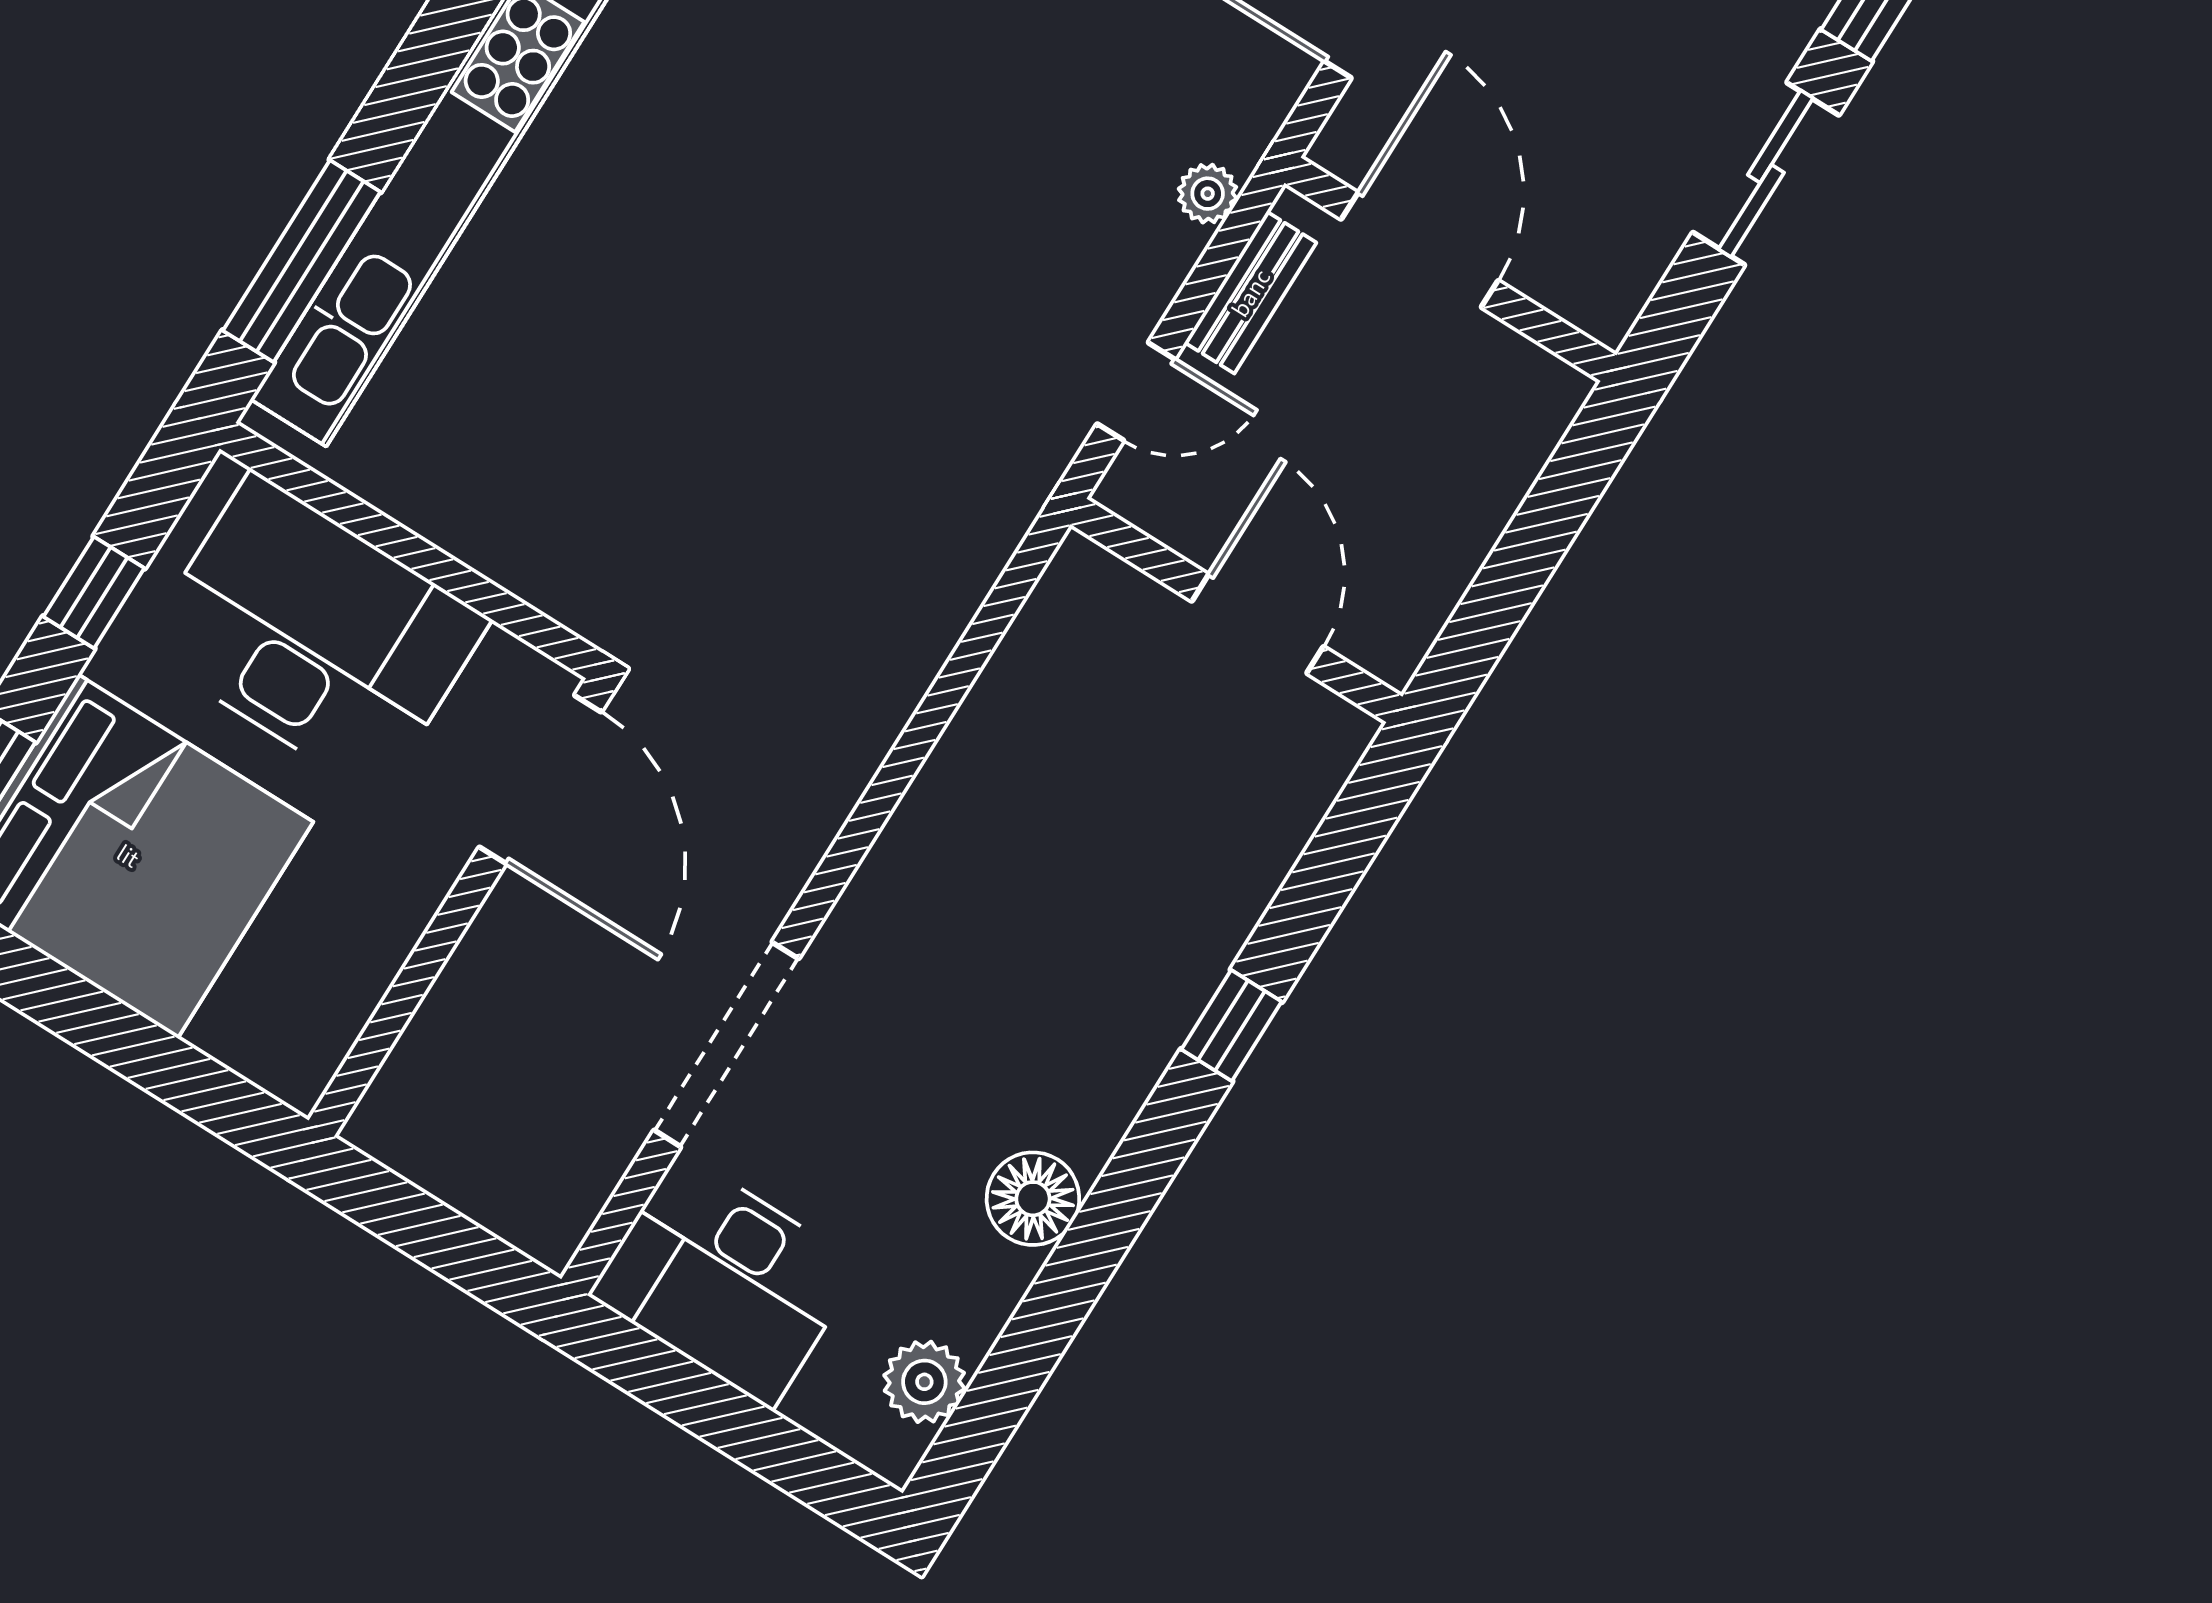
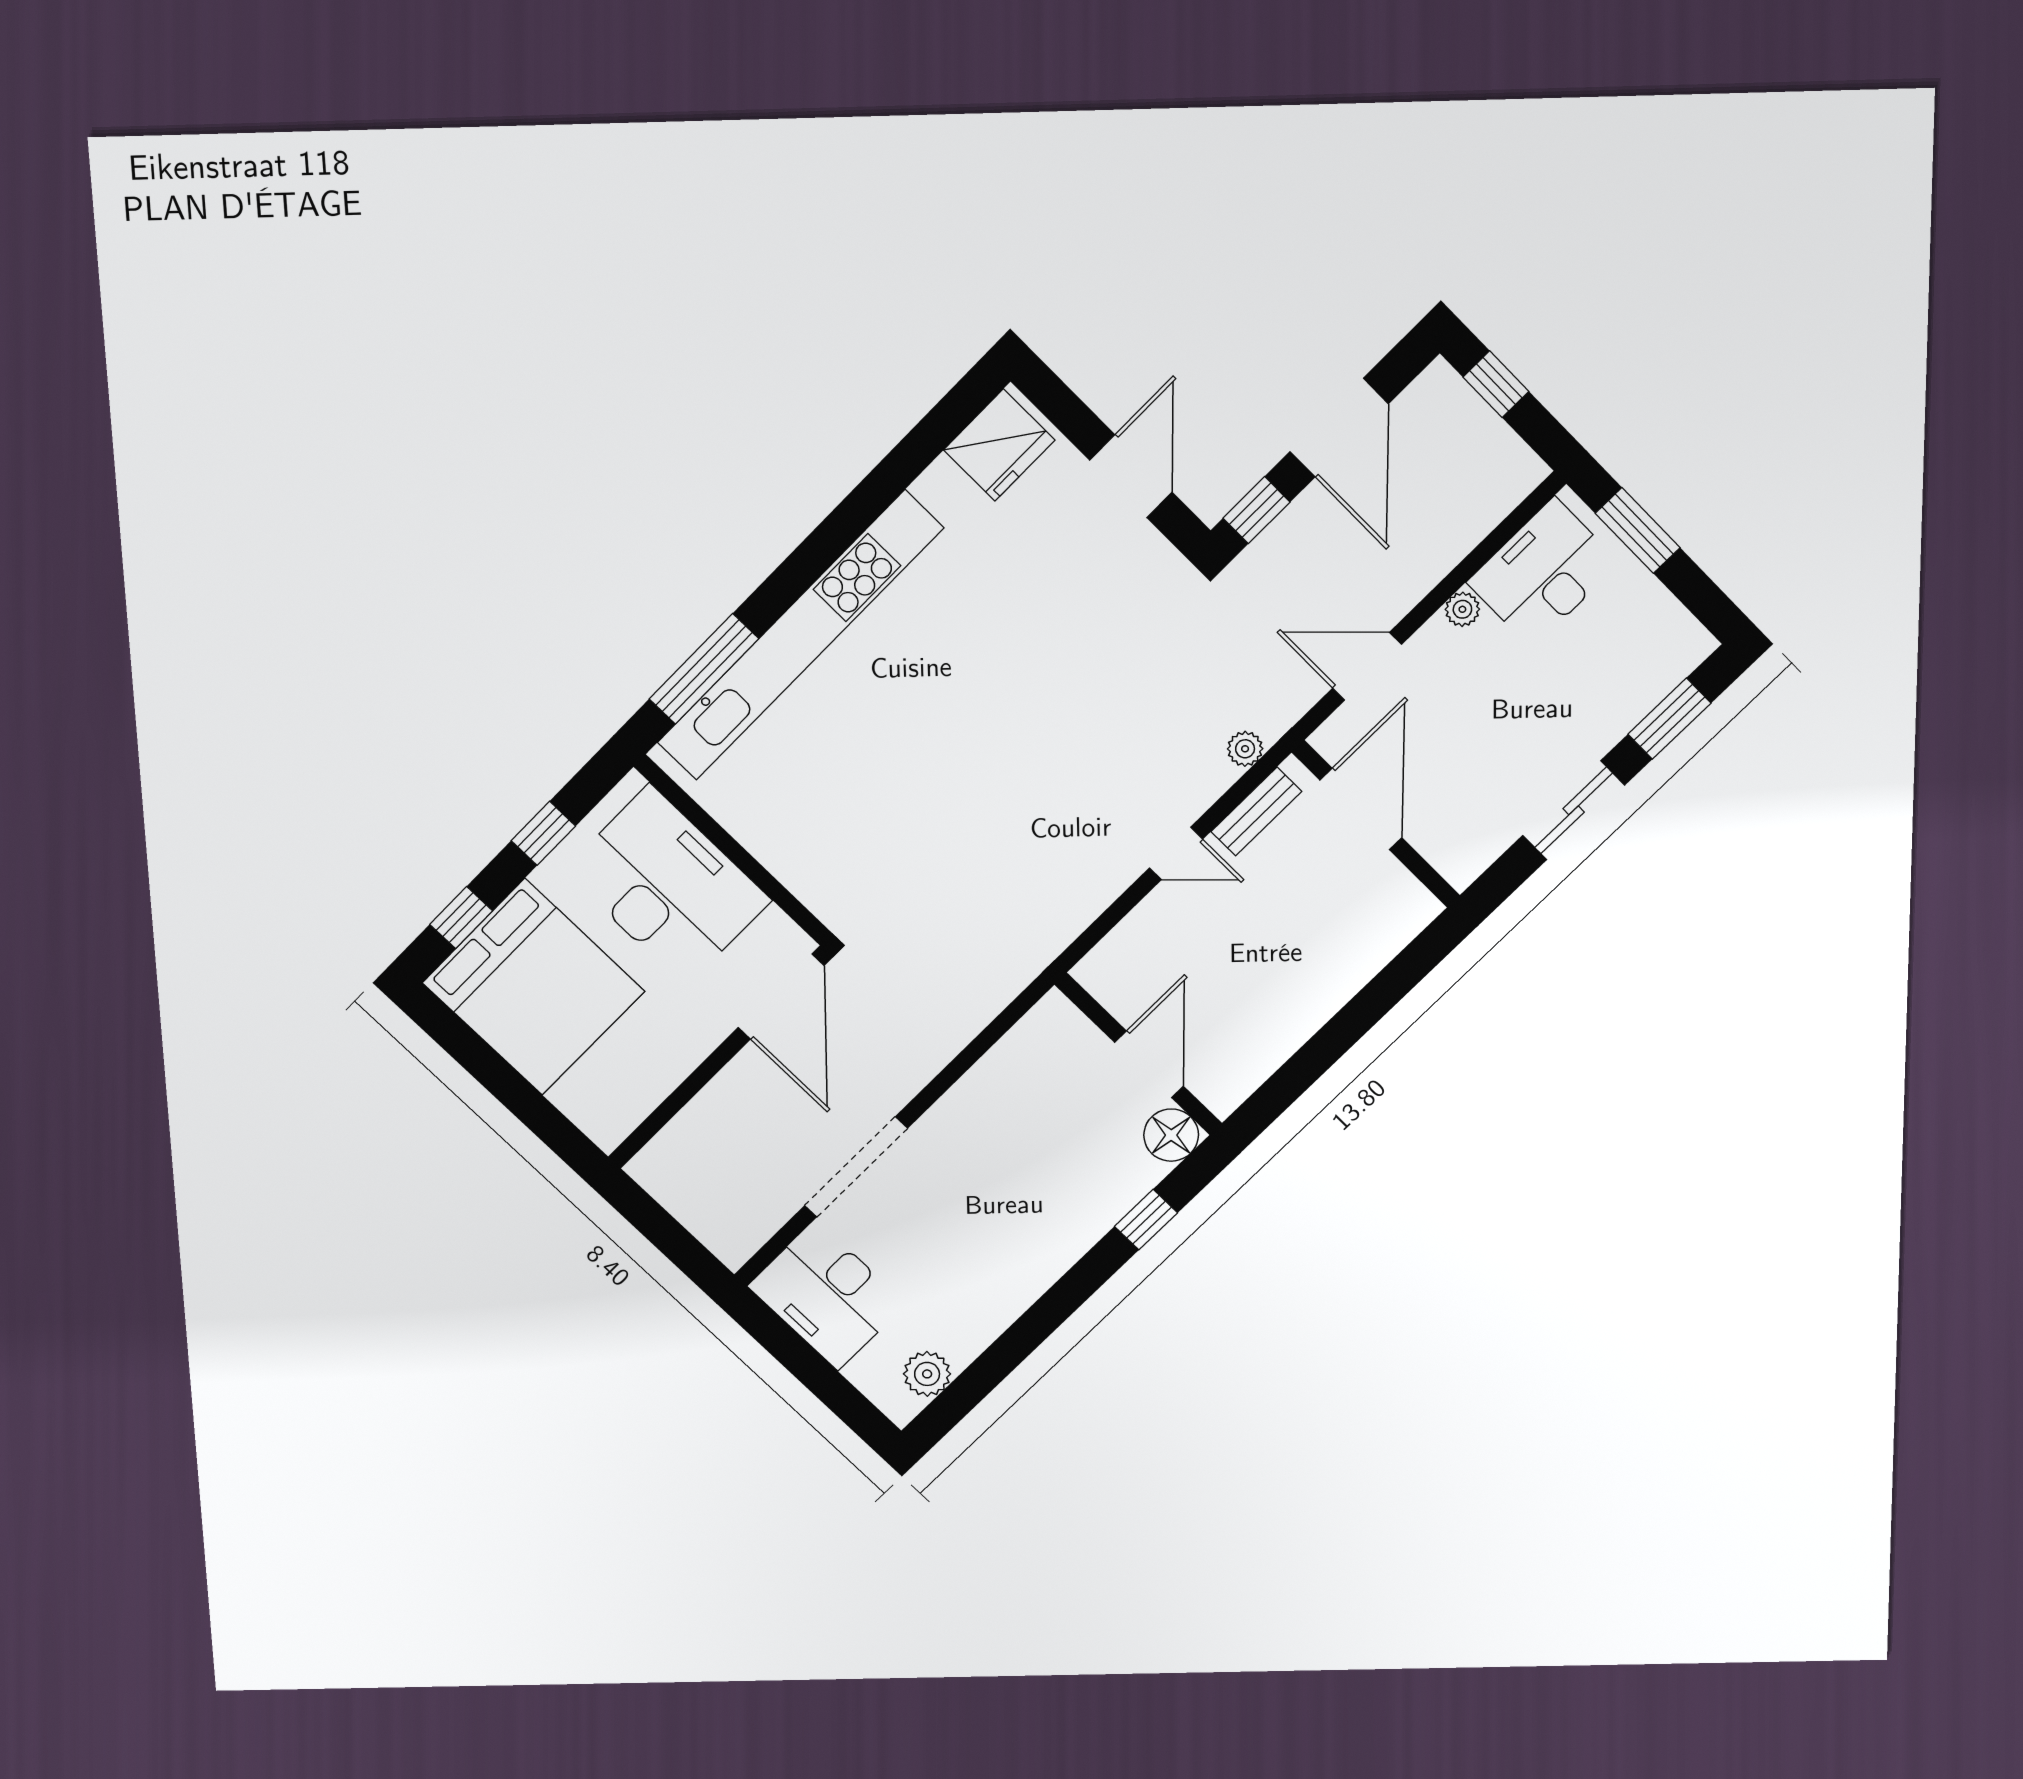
wall: (1236, 611) -> (1139, 1054), moved
door: (1258, 624) -> (1149, 1064), moved
floor lamp: (1033, 1199) -> (1171, 1135), moved

